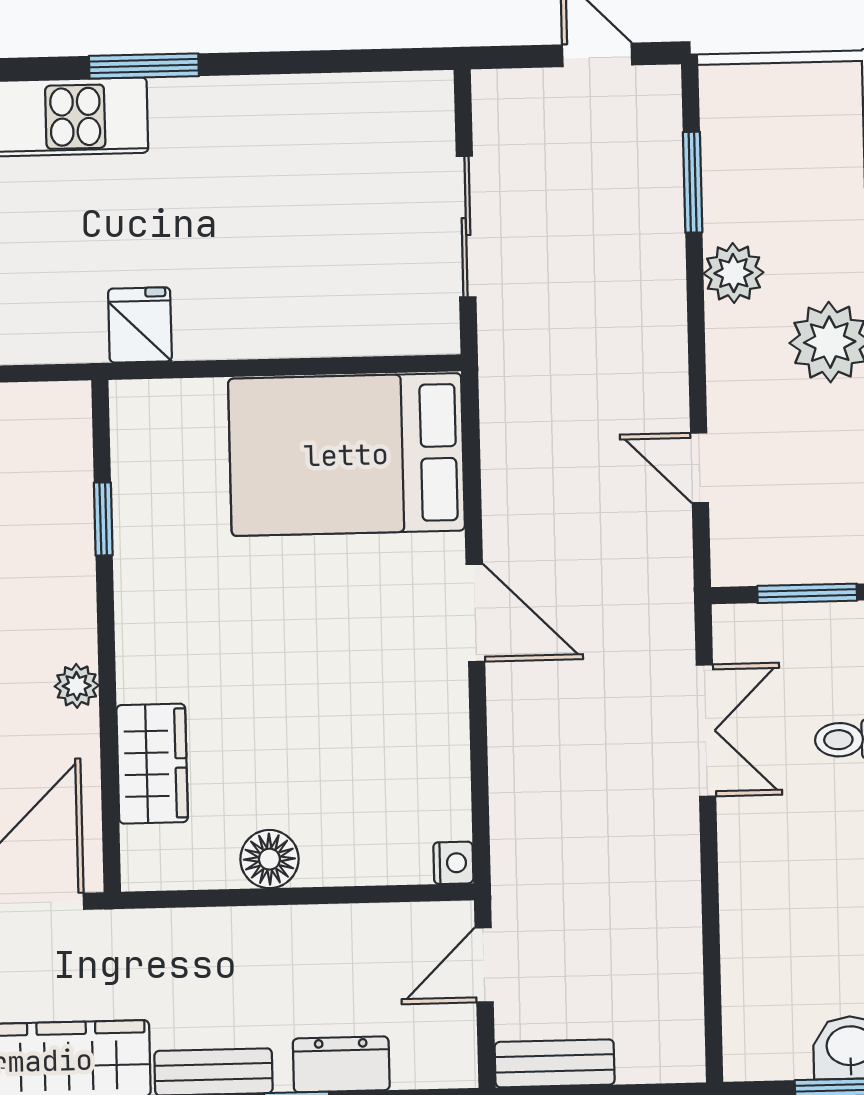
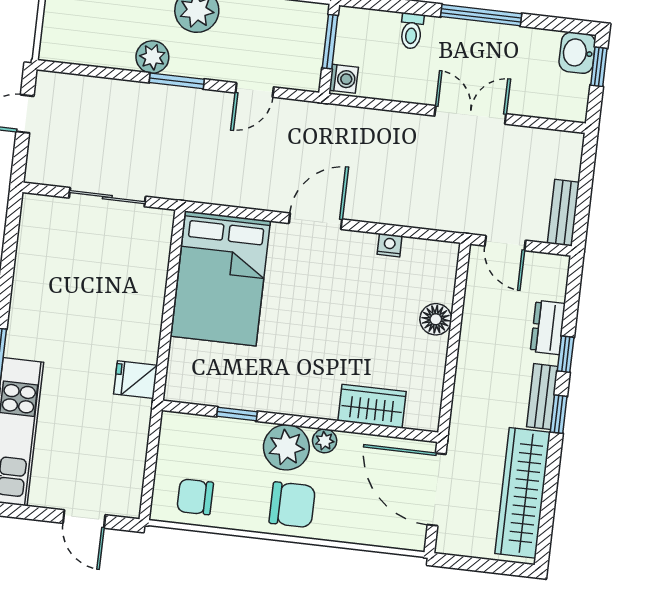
window: (693, 182) -> (177, 81), moved
plant: (55, 618) -> (286, 447), added
washing machine: (743, 628) -> (344, 79), added
double door: (706, 731) -> (470, 115), moved
floor lamp: (269, 859) -> (436, 319), moved
nightstand: (453, 863) -> (390, 245), moved

